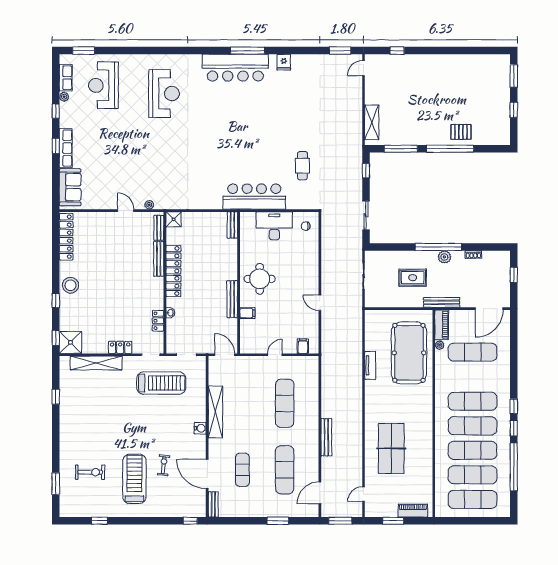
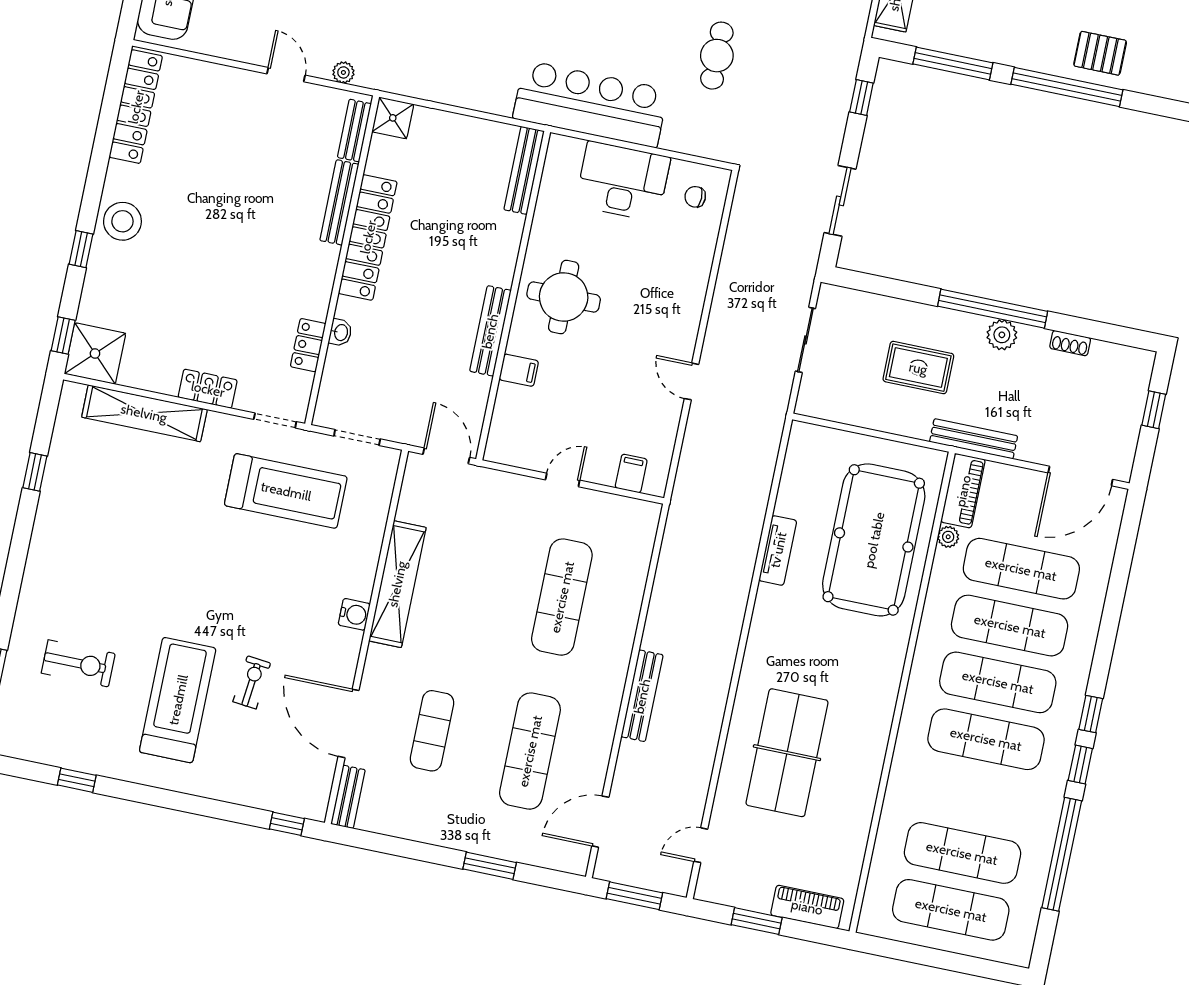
bench: (232, 225) -> (524, 170), width x1.36
exercise mat: (473, 450) -> (1010, 626), moved

